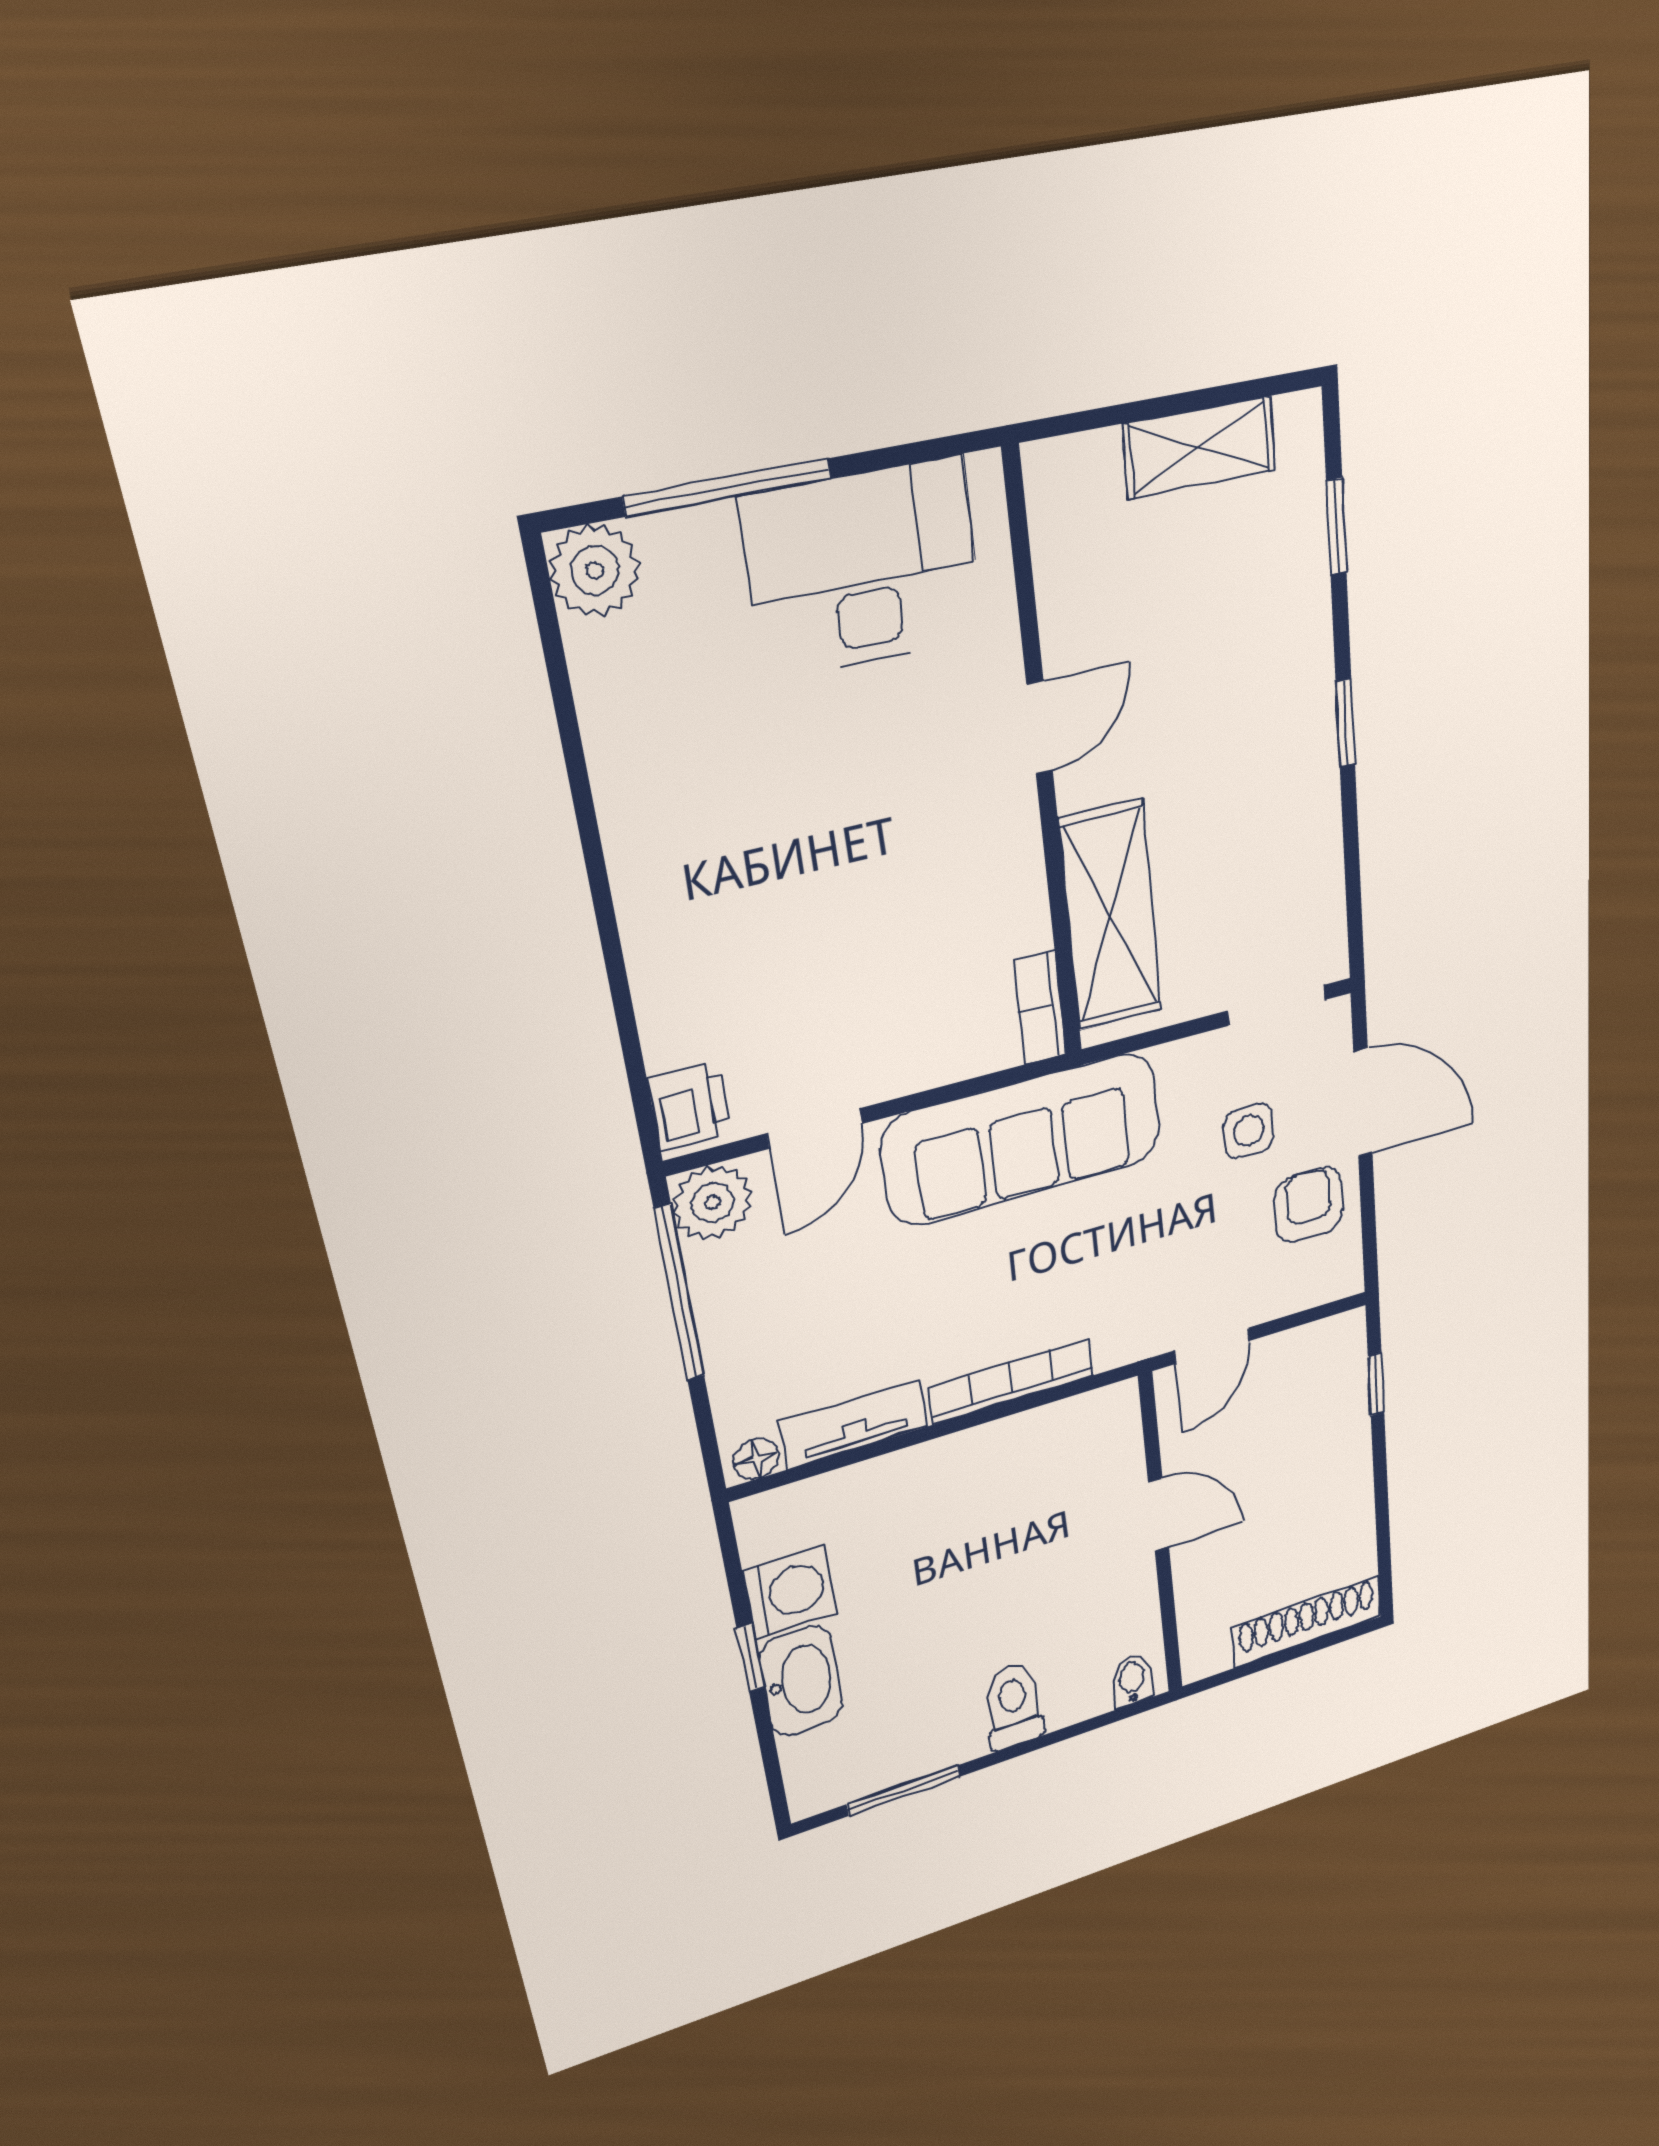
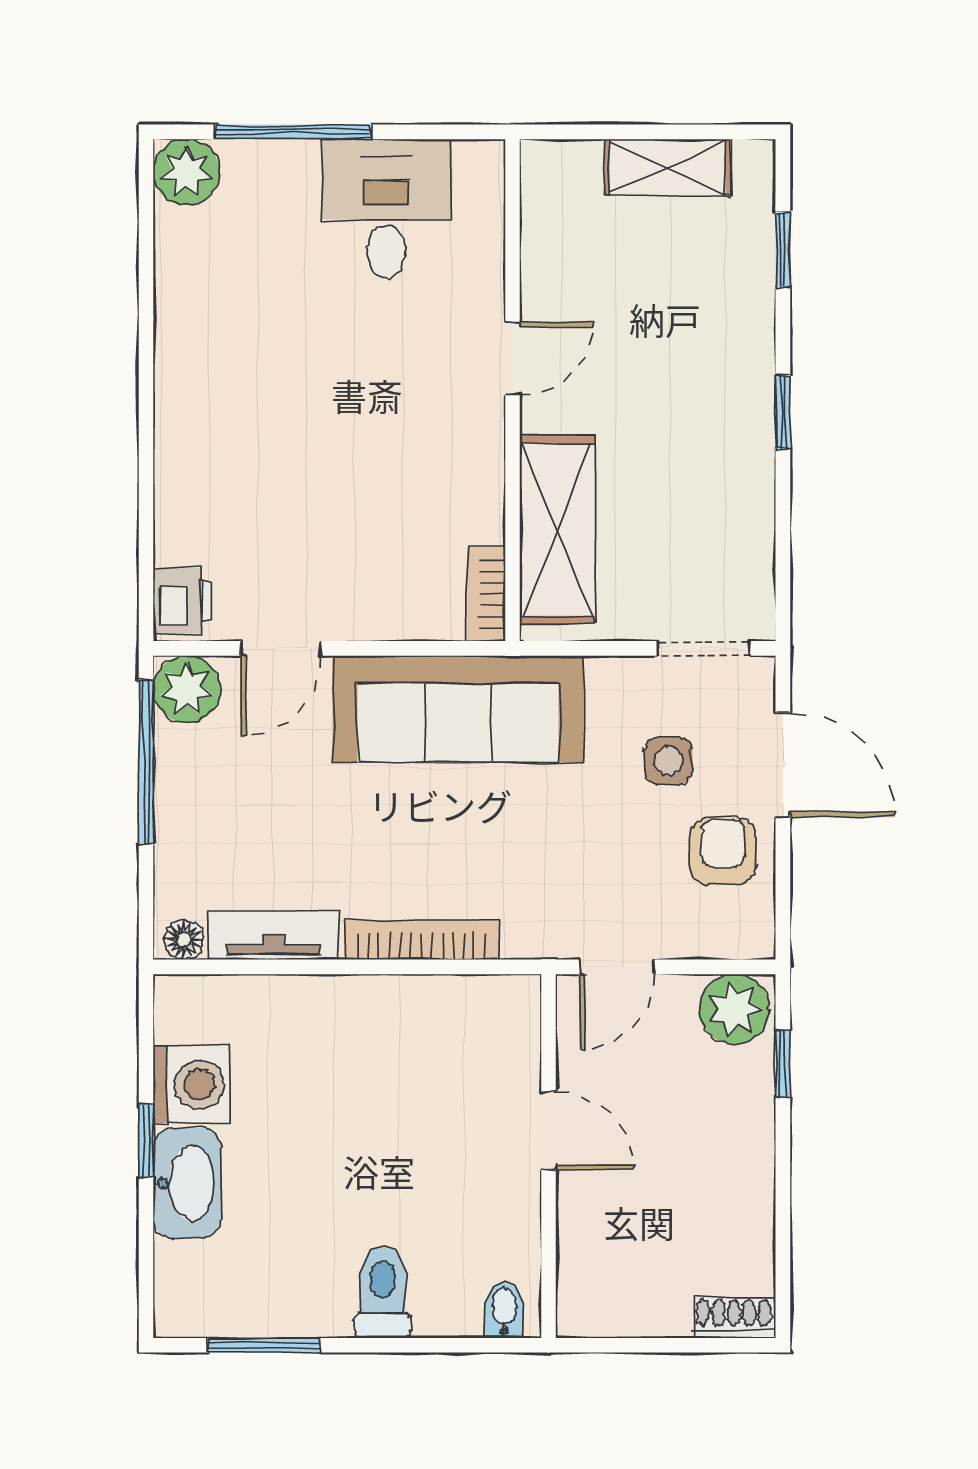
desk: (864, 568) -> (386, 208), width x0.73
plant: (1328, 1349) -> (734, 1009), added
shoe rack: (1307, 1622) -> (734, 1318), width x0.51, depth x0.81

